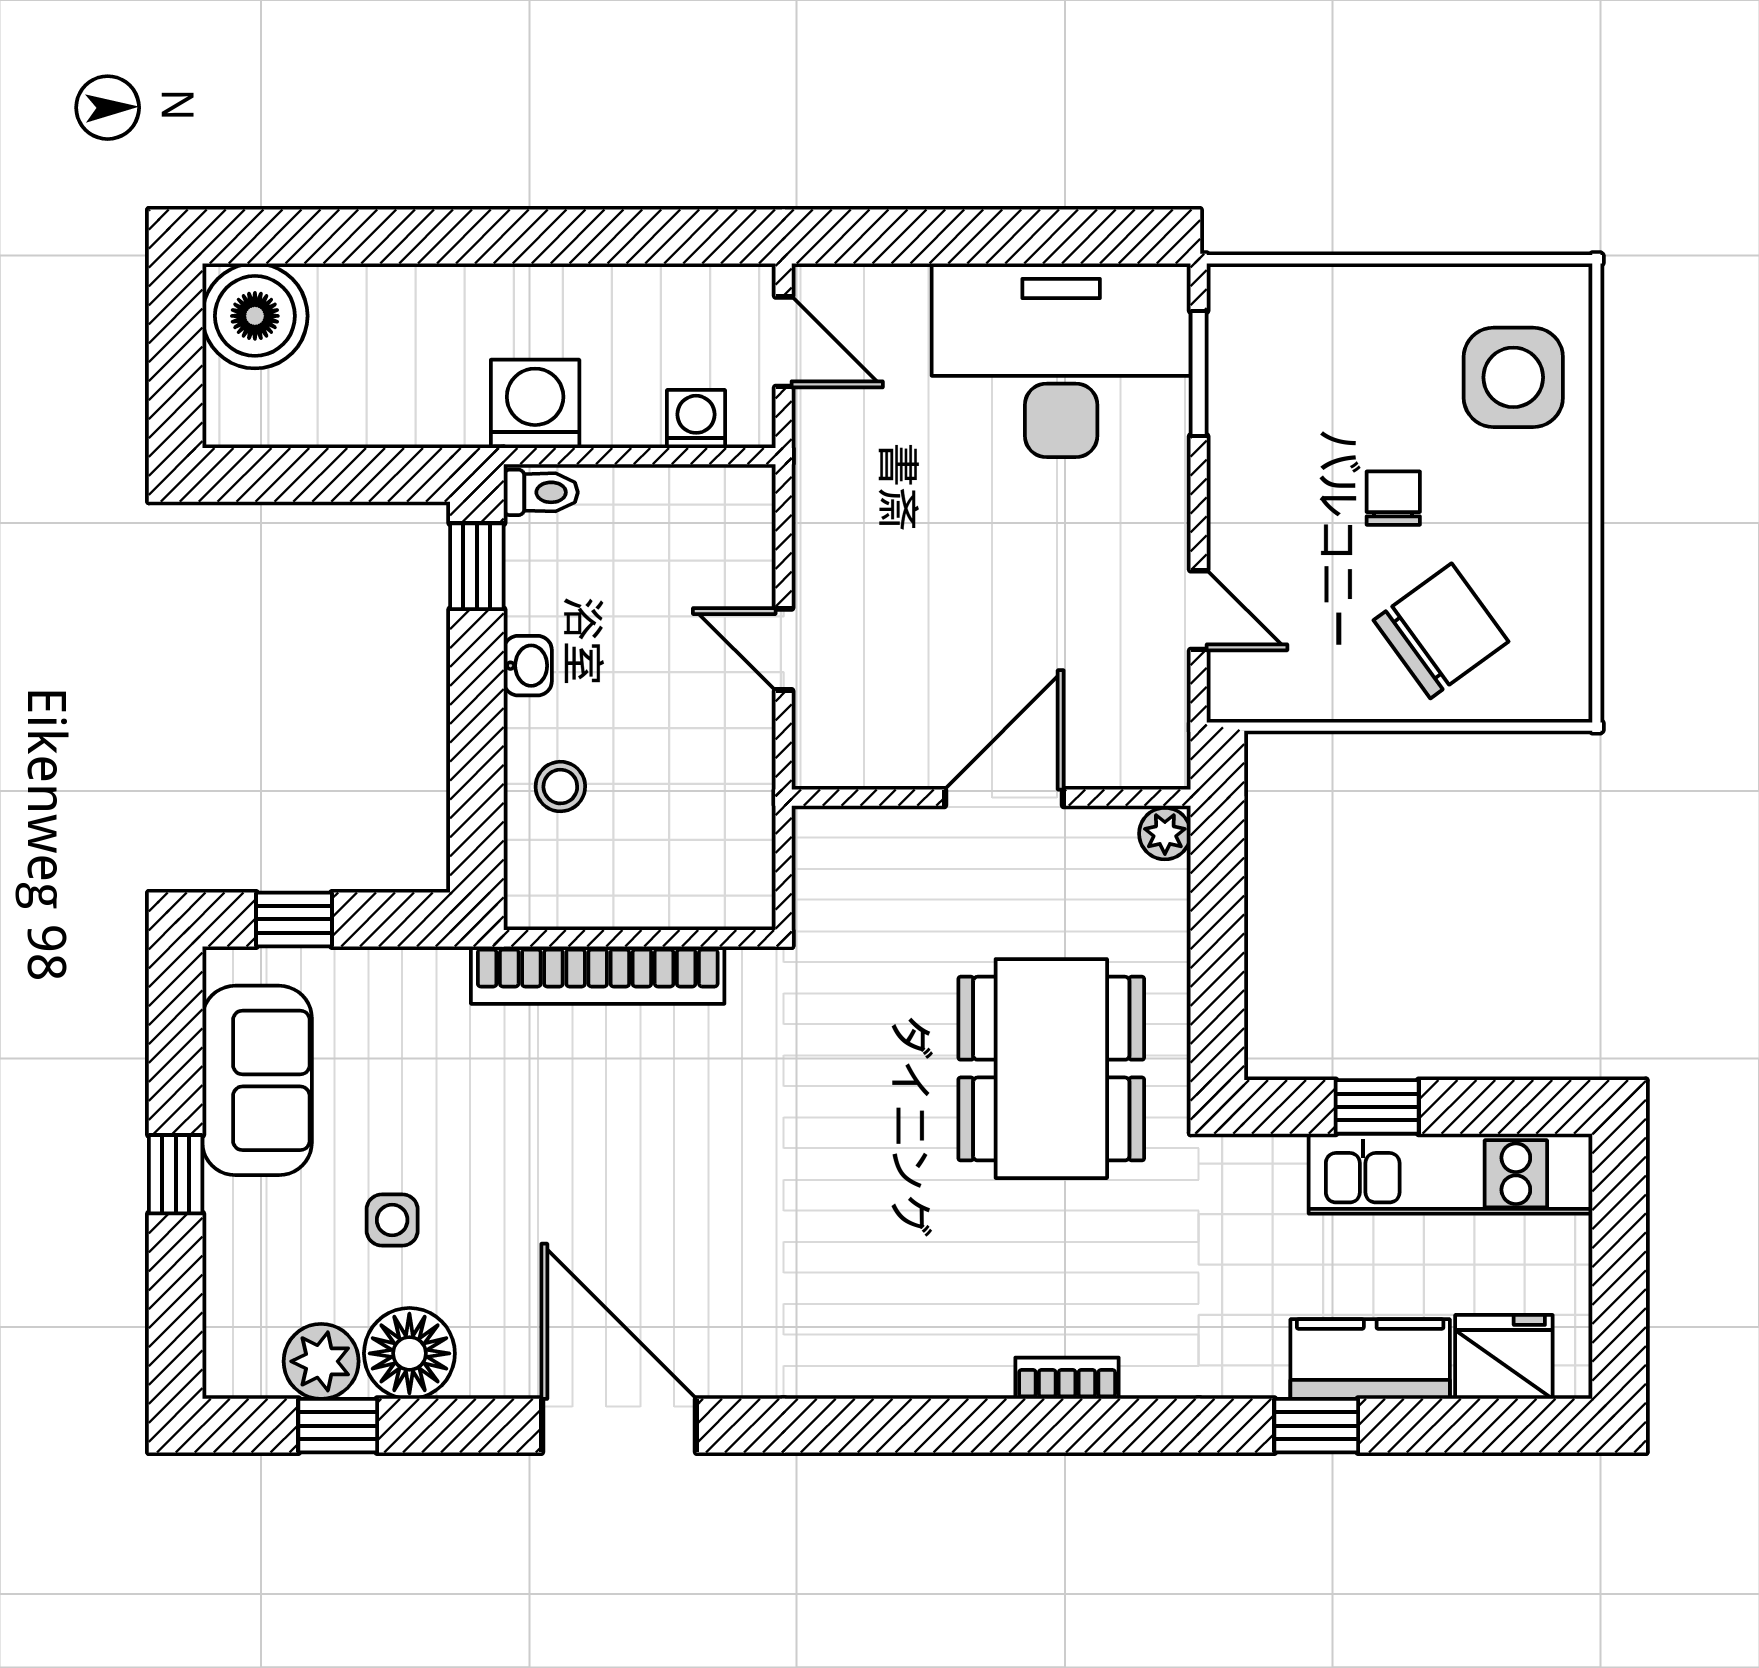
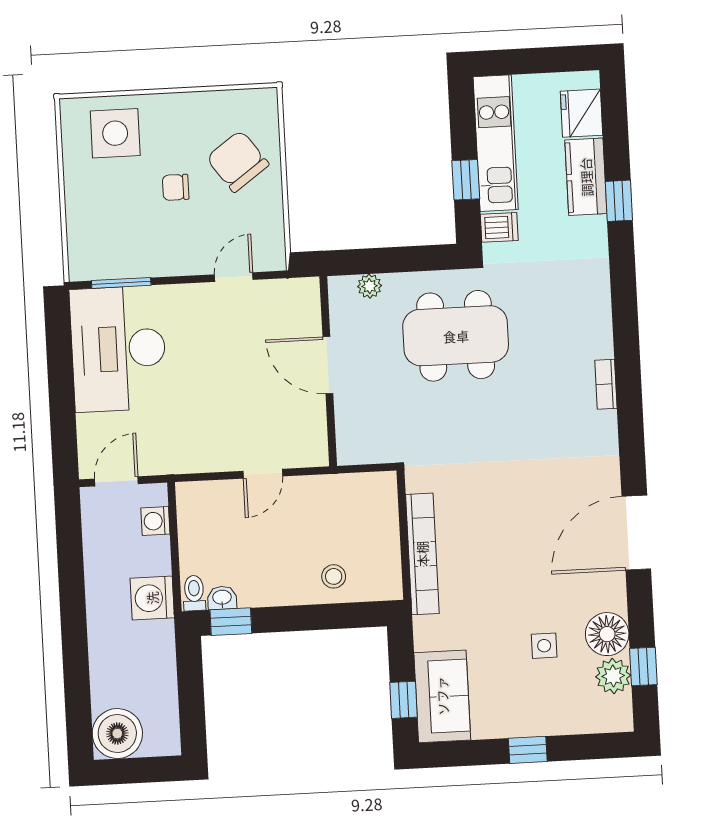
washbasin: (528, 666) -> (222, 598), moved
plant: (1165, 834) -> (370, 286), moved
sofa: (257, 1080) -> (442, 696), moved, turned 90
dishwasher: (1274, 1172) -> (499, 227), added
bookcase: (1067, 1378) -> (606, 384), moved

